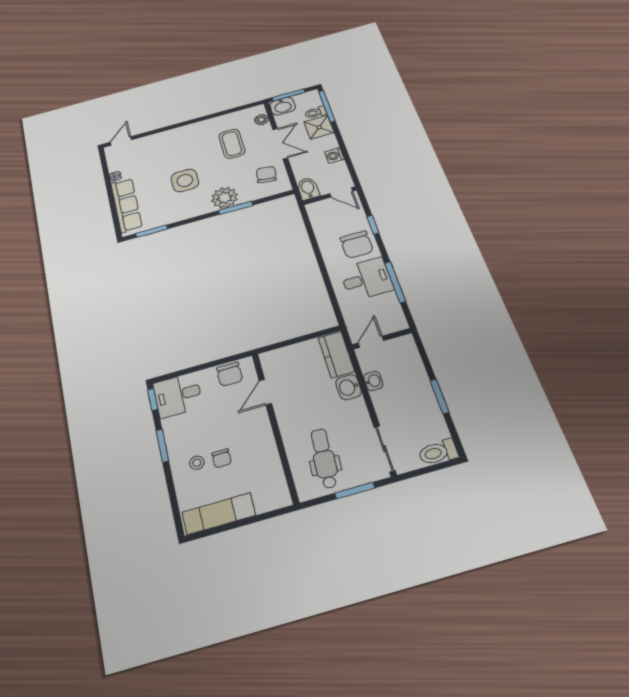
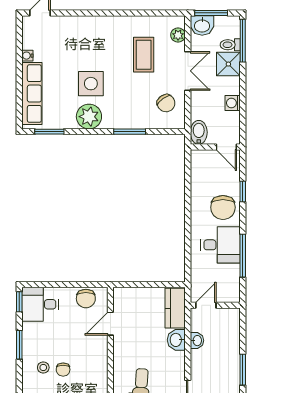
chair: (266, 175) -> (166, 103), turned 136
plant: (225, 198) -> (89, 117), moved

